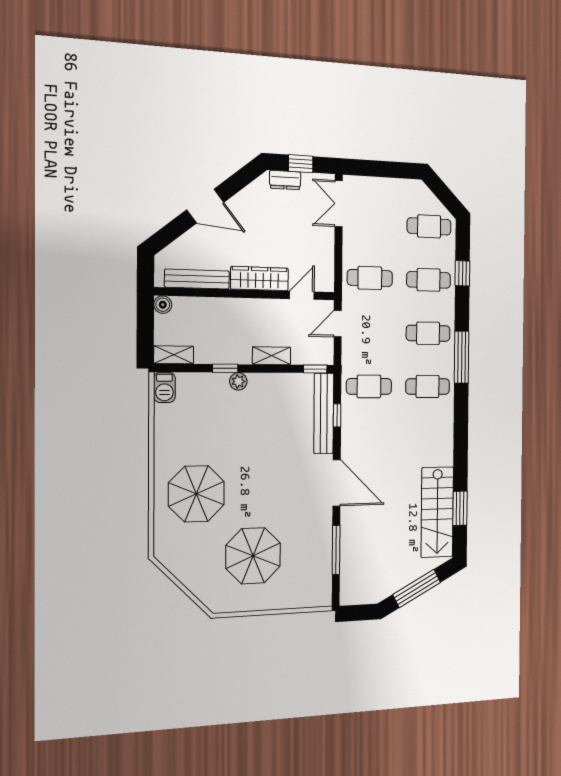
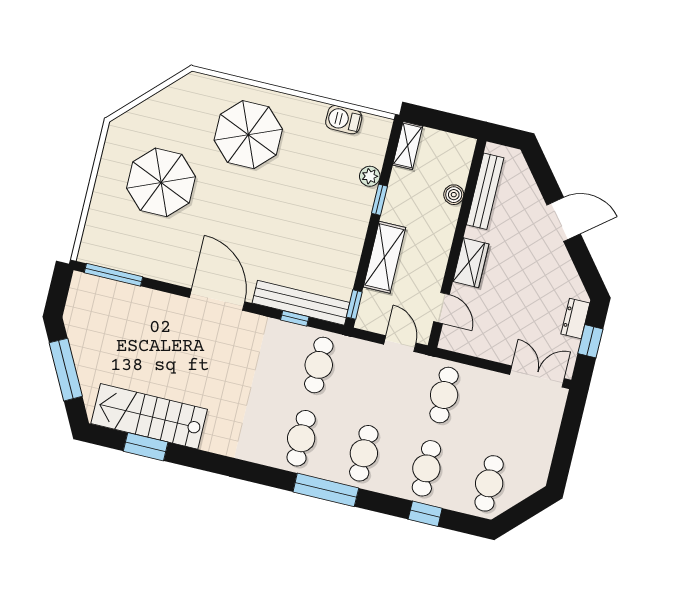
door: (205, 206) -> (564, 219), swing flipped
wardrobe: (260, 279) -> (471, 263), width x0.67
boiler: (163, 305) -> (454, 195), moved
shelving: (272, 356) -> (384, 257), width x1.50, depth x1.33
plant: (238, 381) -> (370, 176), moved
barbecue: (164, 387) -> (344, 120), moved
door: (337, 483) -> (217, 300), swing flipped
window: (336, 550) -> (114, 275), moved

